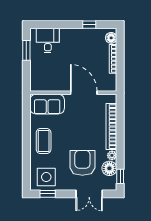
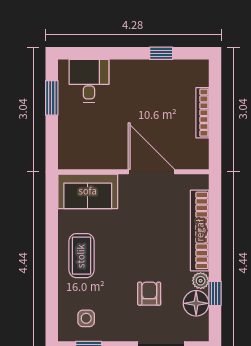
floor lamp: (111, 38) -> (199, 76), removed
armchair: (82, 163) -> (149, 294), width x0.53, depth x0.53
window: (120, 176) -> (215, 293), moved
side table: (46, 177) -> (86, 318), width x0.54, depth x0.54

